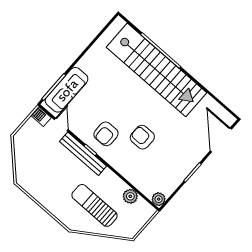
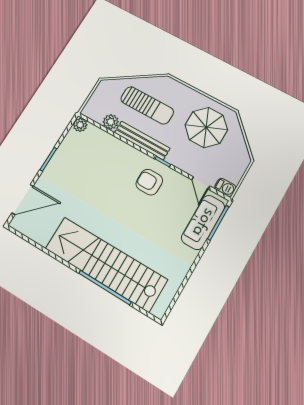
armchair: (106, 134) -> (149, 182), turned -90
armchair: (142, 137) -> (109, 186), removed
door: (221, 140) -> (23, 200), hinge flipped
bench: (83, 154) -> (142, 140), moved
parasol: (46, 174) -> (206, 127), added

